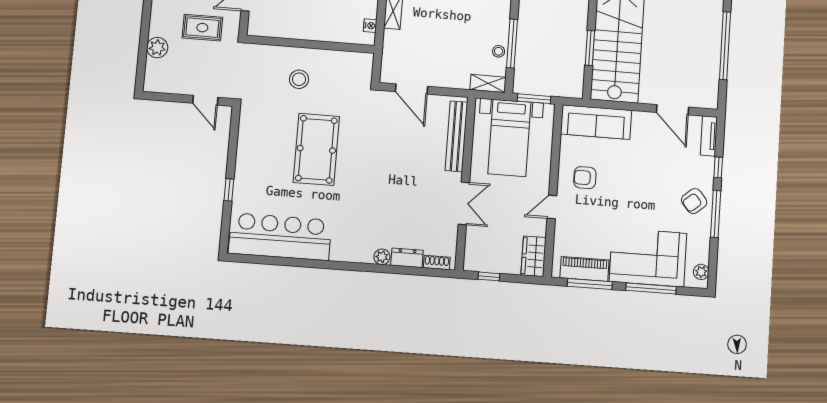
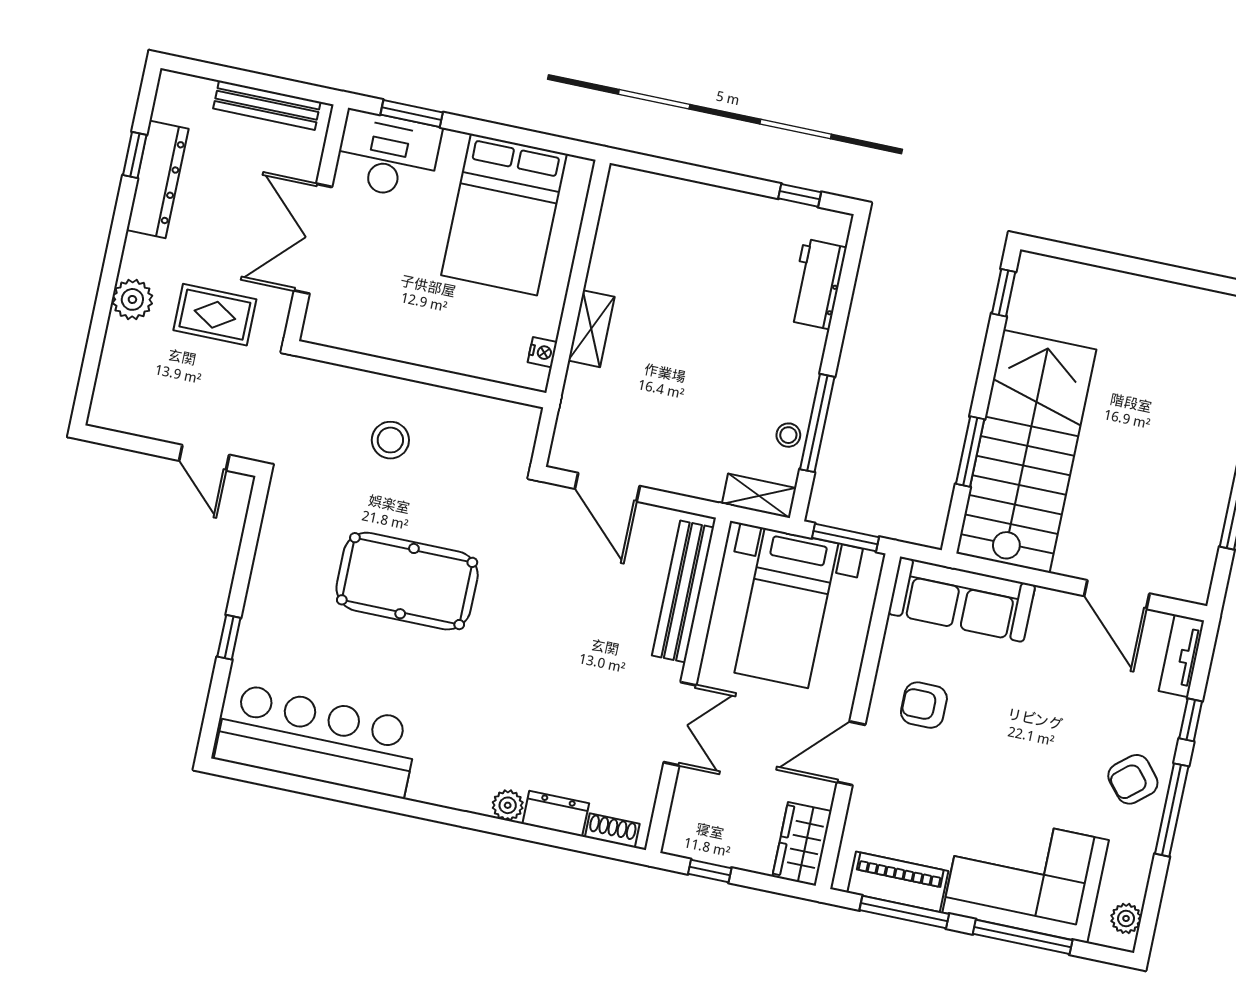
plant: (157, 48) -> (132, 299), moved
pool table: (316, 149) -> (407, 581), turned 90
door: (552, 207) -> (851, 753), width x1.38

